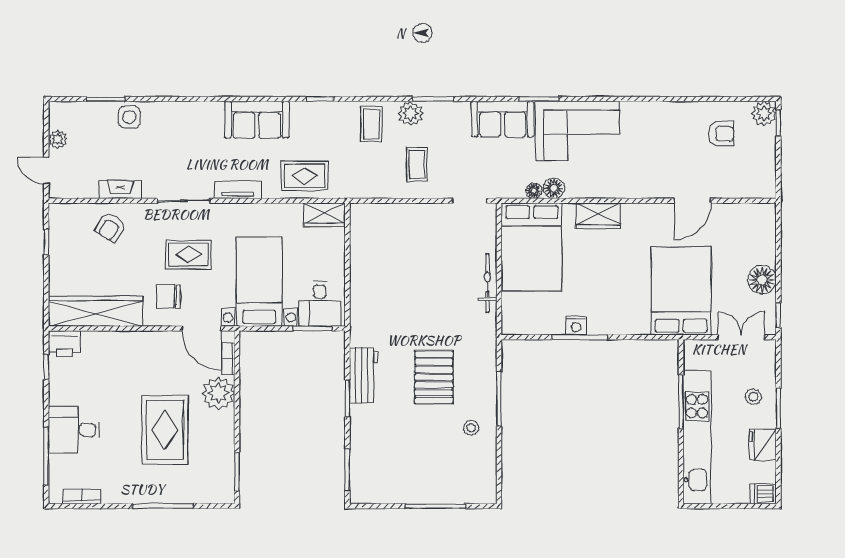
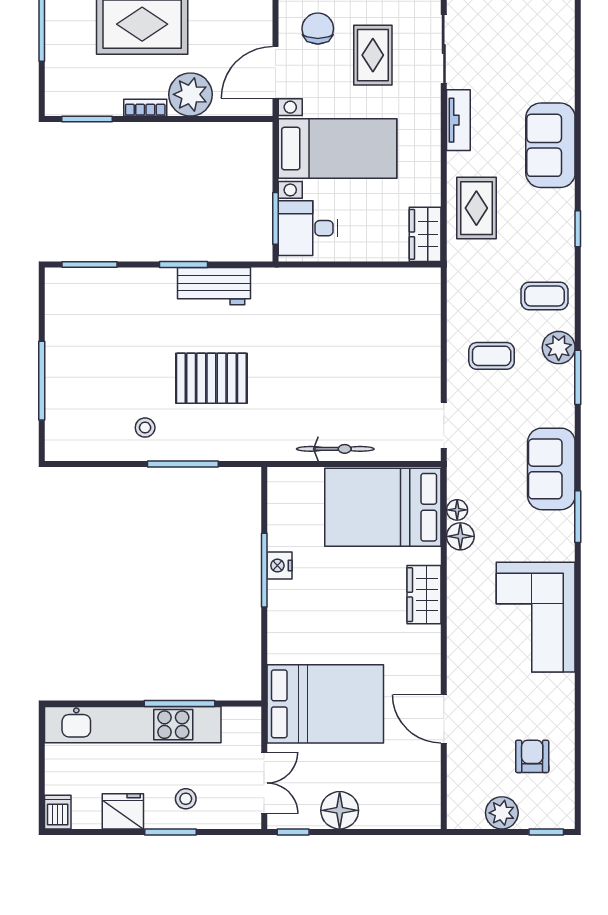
plant: (764, 113) -> (502, 813), moved
corner sofa: (577, 131) -> (536, 617), moved
armchair: (721, 134) -> (532, 756), turned 180
bookcase: (228, 359) -> (145, 108), moved

